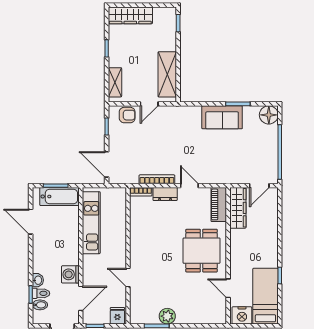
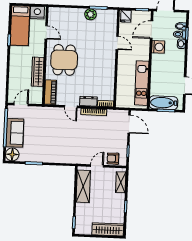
sofa: (222, 117) -> (15, 133), moved, turned 90
wardrobe: (238, 208) -> (38, 72), moved

